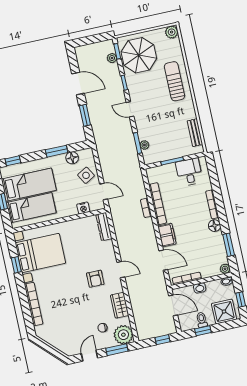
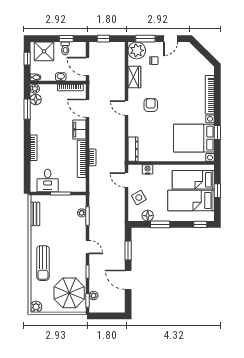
floor lamp: (215, 226) -> (36, 100), moved

